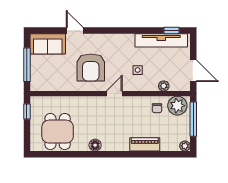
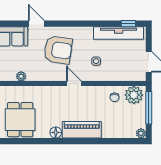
armchair: (91, 67) -> (58, 50), moved, turned -82
plant: (164, 86) -> (21, 76), moved
door: (114, 94) -> (74, 84), hinge flipped
piano: (145, 144) -> (82, 130), moved, width x1.37, depth x1.33

